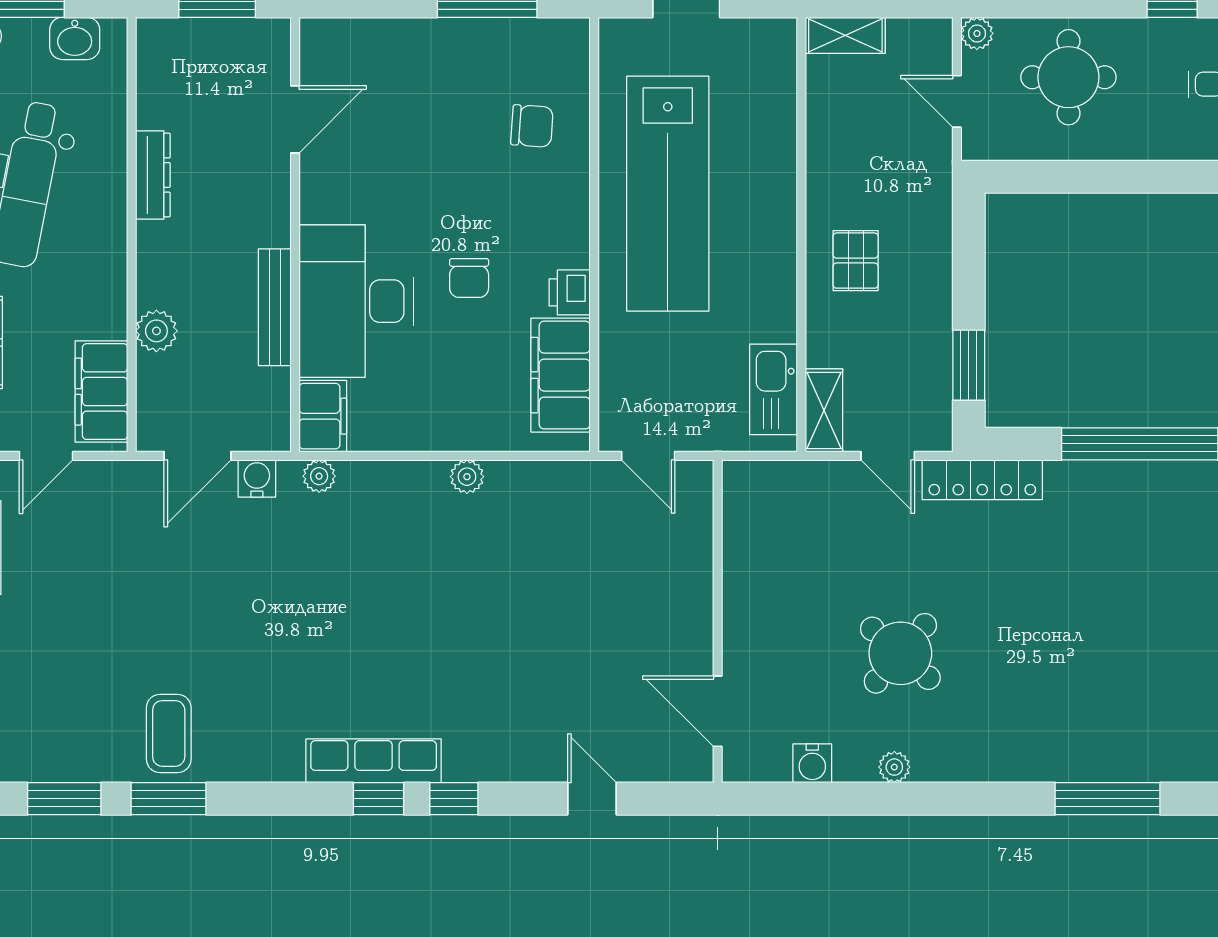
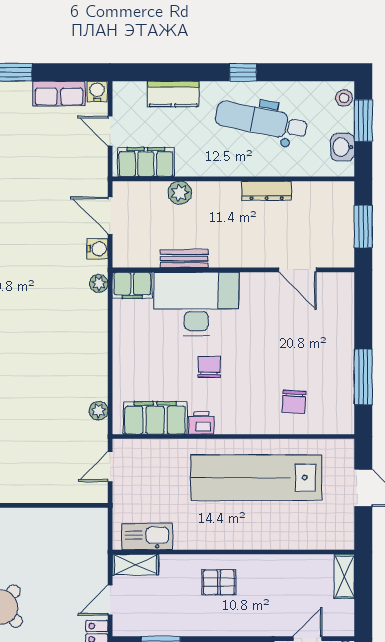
chair: (469, 278) -> (209, 367), turned 90
bench: (275, 307) -> (184, 259), width x0.73
plant: (467, 477) -> (99, 411), moved

